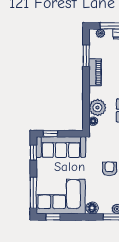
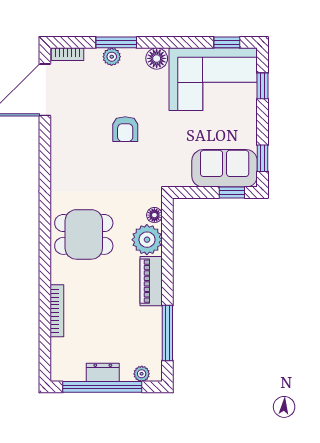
window: (86, 56) -> (167, 333), width x1.44
piano: (95, 72) -> (151, 281), moved
sofa: (61, 147) -> (225, 168), width x0.73
window: (33, 193) -> (263, 86), width x0.46

